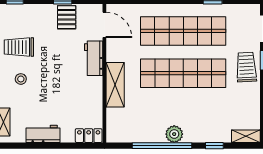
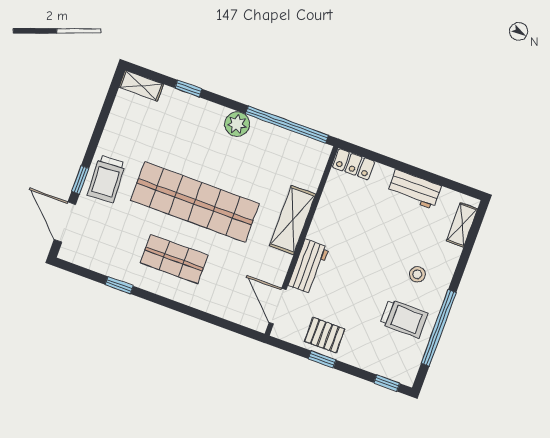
pallet: (67, 17) -> (325, 335), turned 90
shop shelf: (183, 31) -> (174, 259), width x0.50, depth x0.74
window: (162, 146) -> (287, 124), moved

